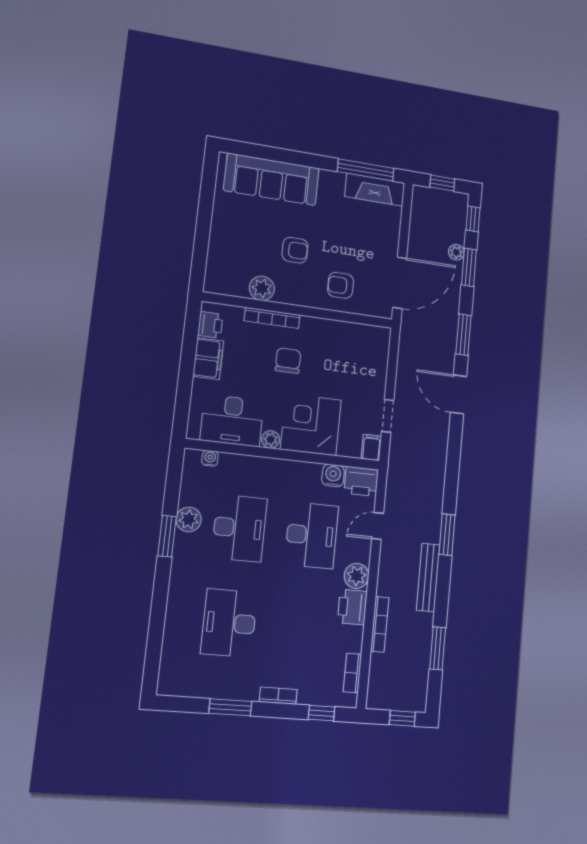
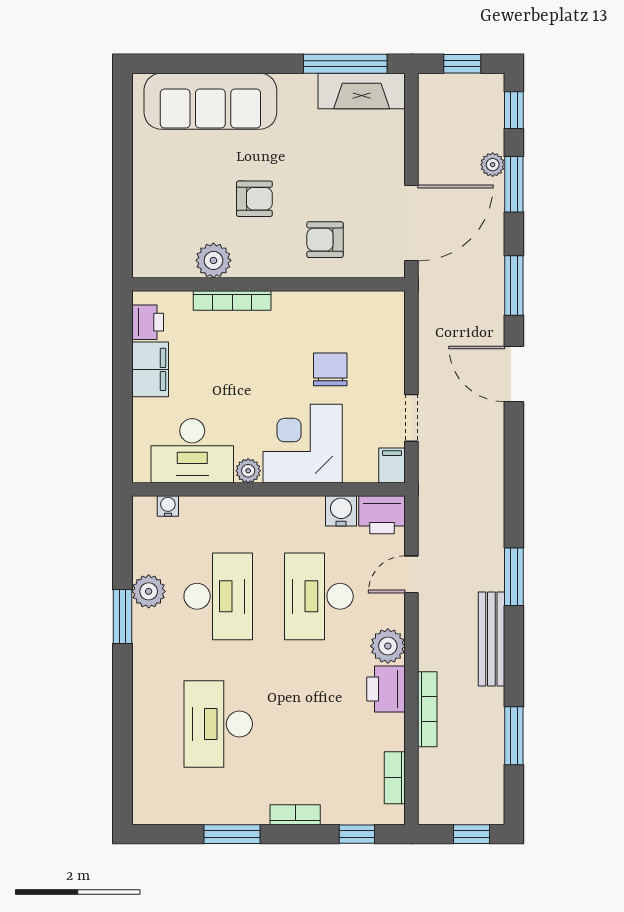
chair: (288, 361) -> (330, 369), moved
desk: (312, 535) -> (319, 596), turned 180

